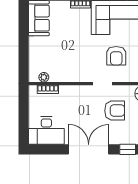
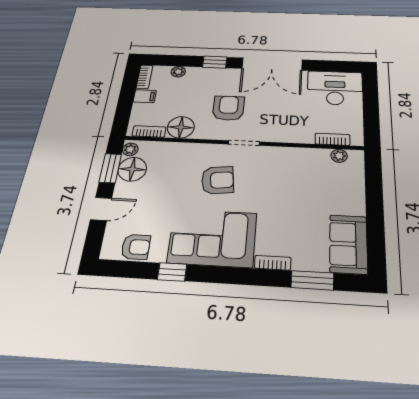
armchair: (116, 56) -> (218, 180), turned 83
armchair: (115, 111) -> (228, 108), turned 90

